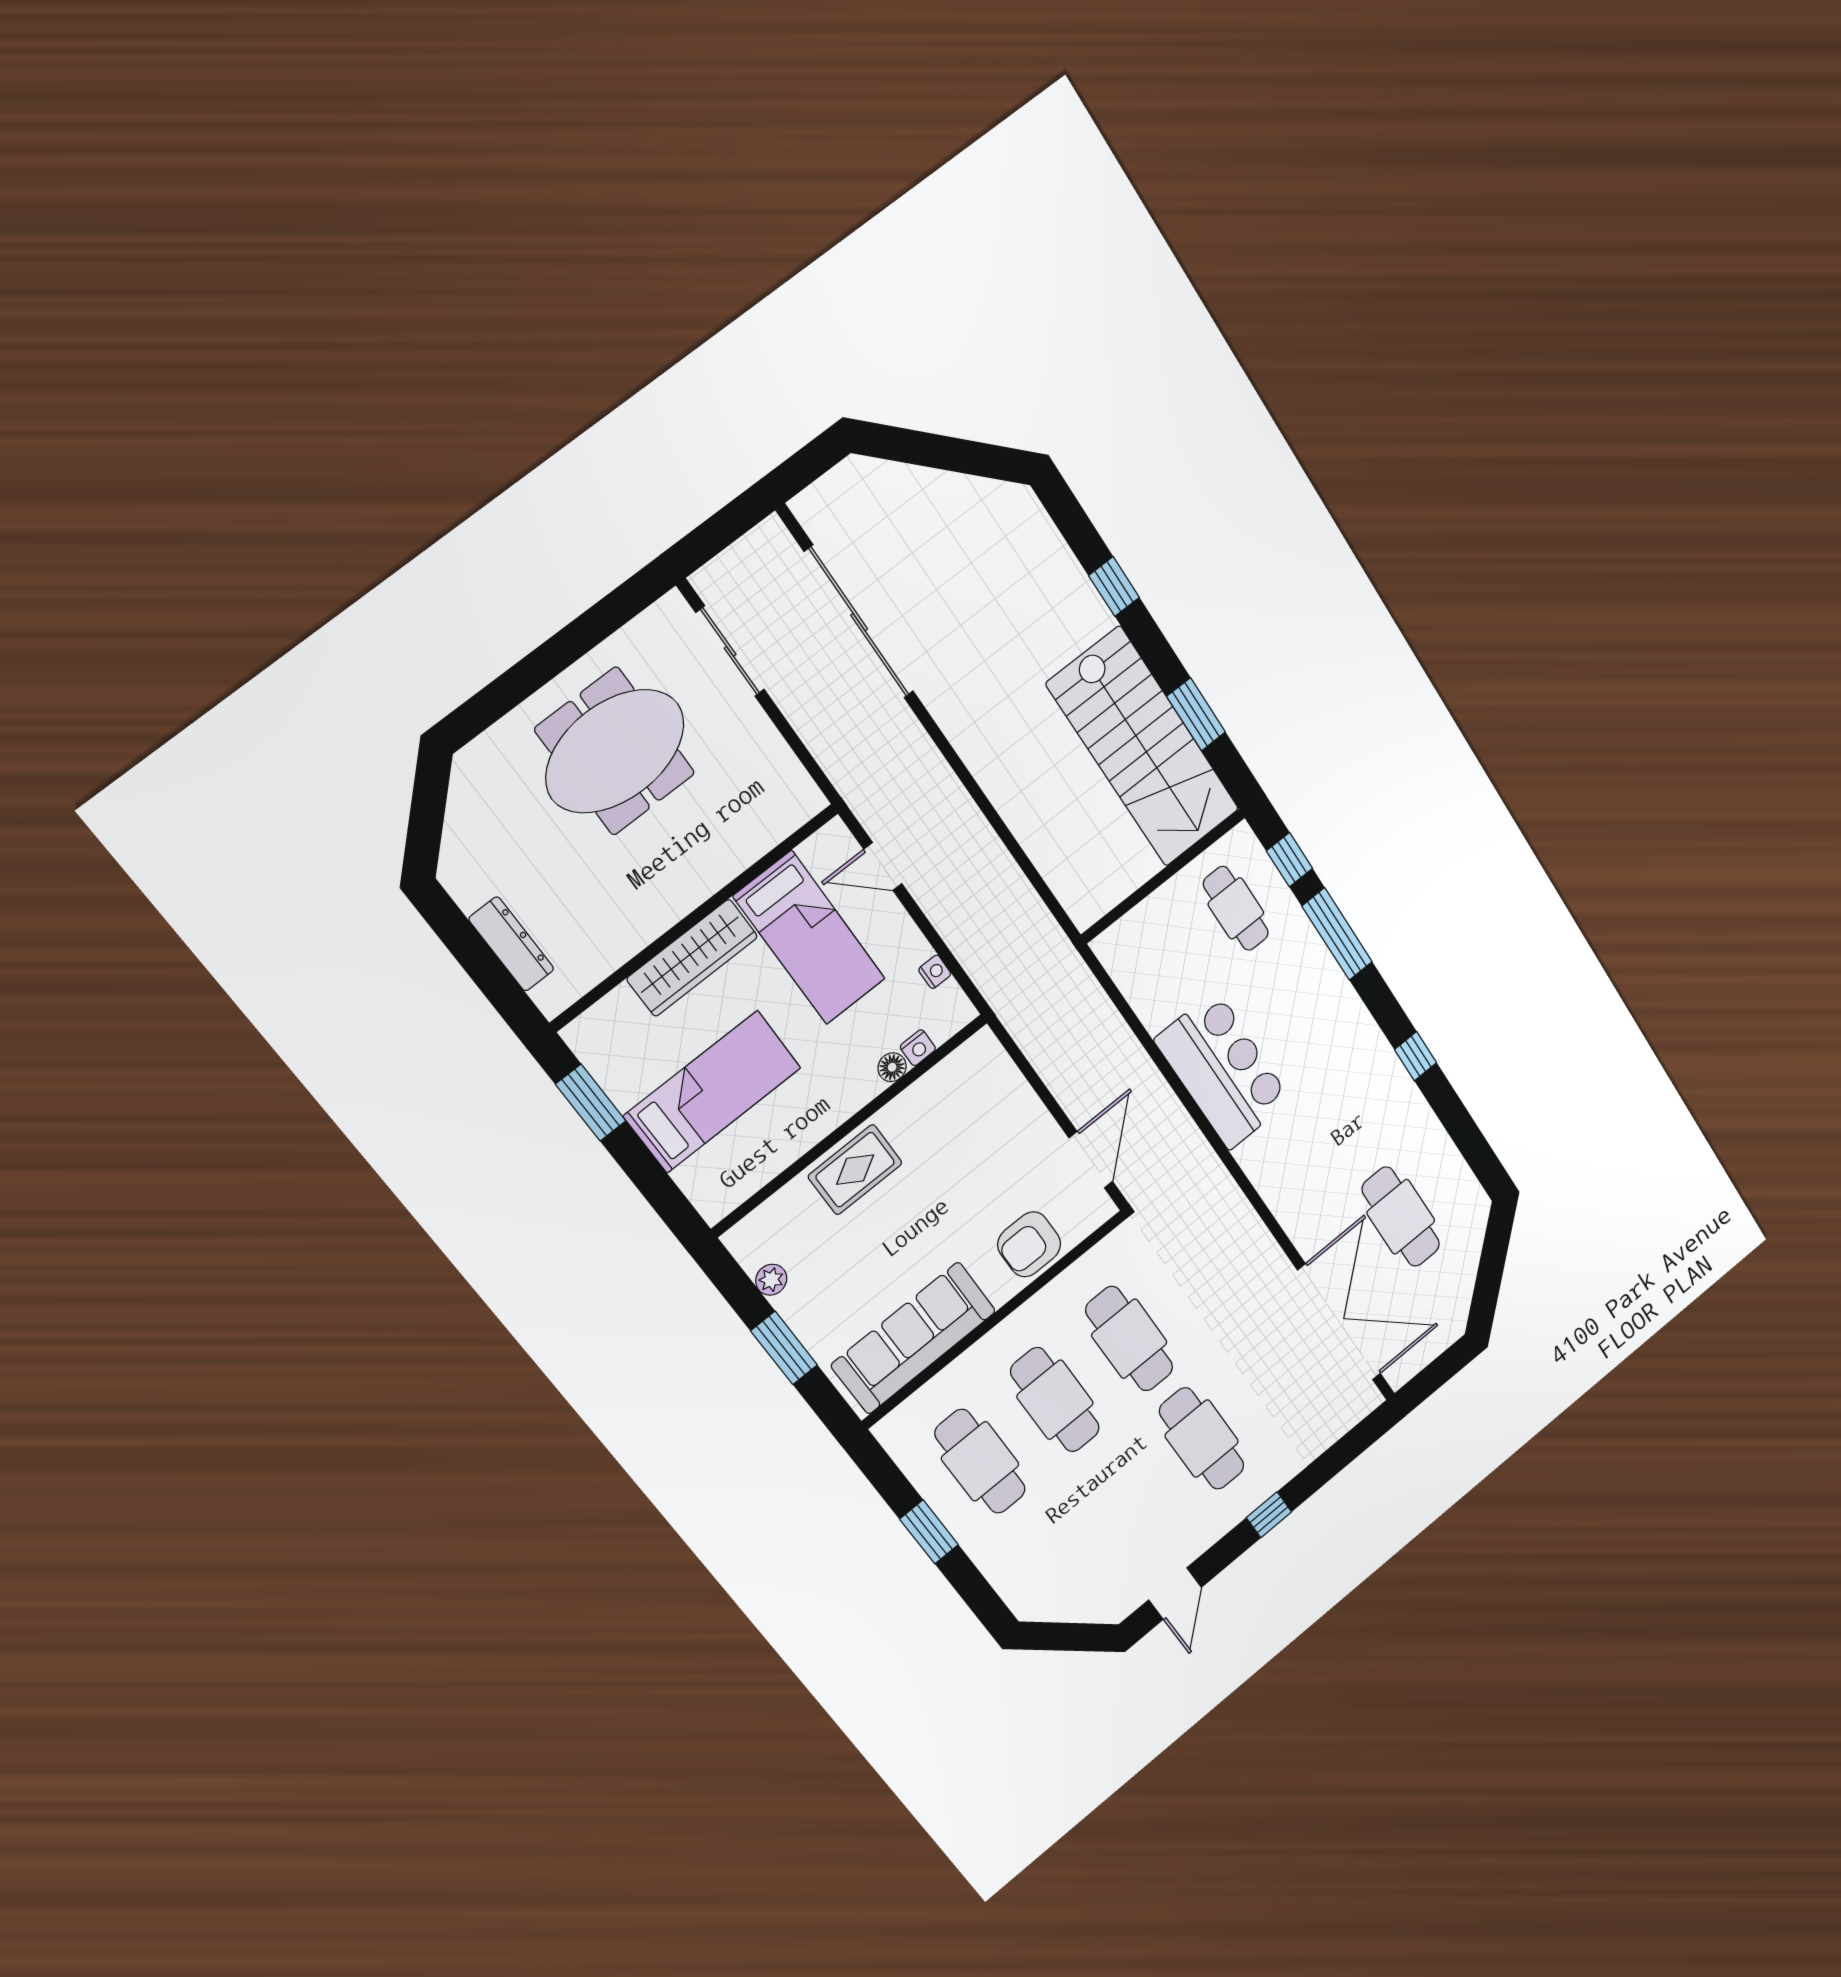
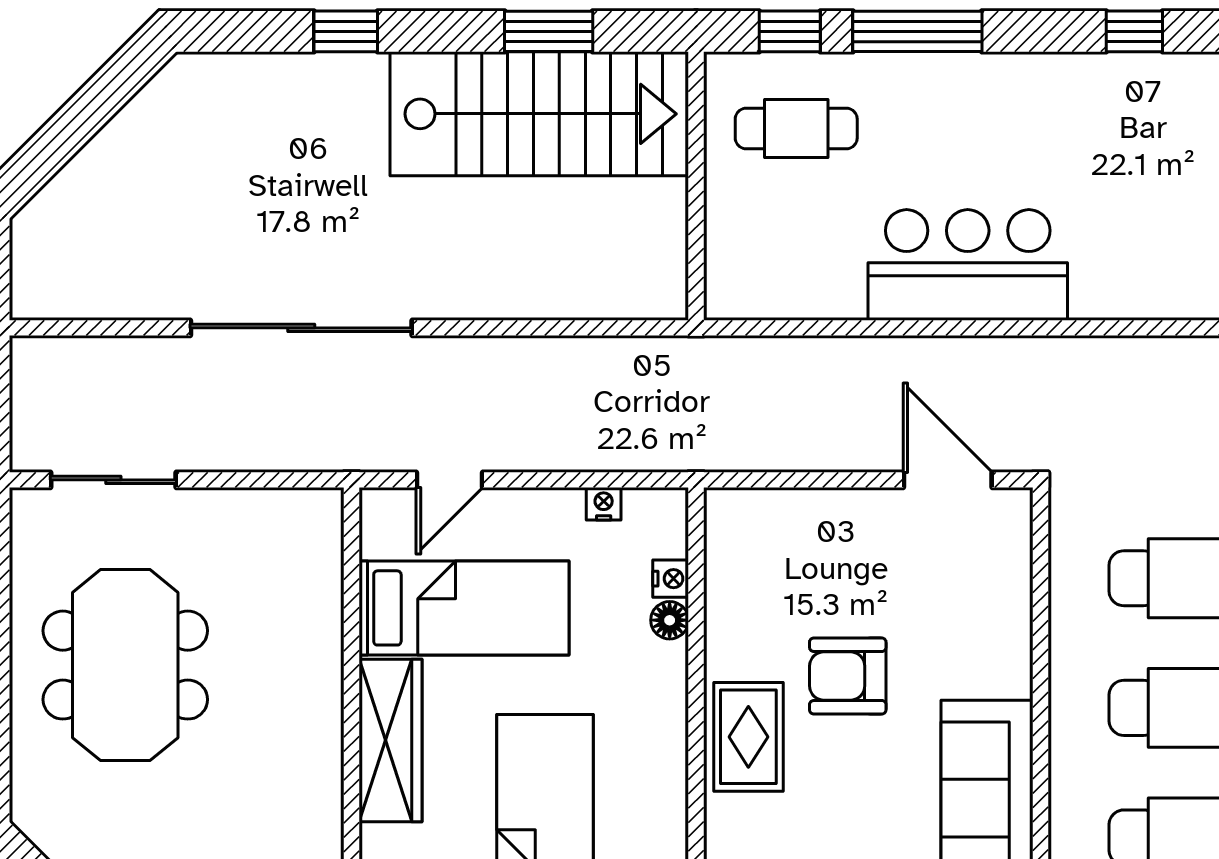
sliding door: (859, 622) -> (301, 328), moved
armchair: (1029, 1244) -> (848, 676), moved, turned 90

